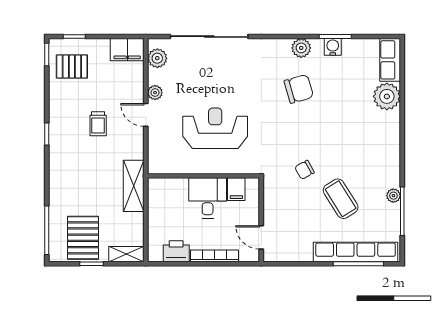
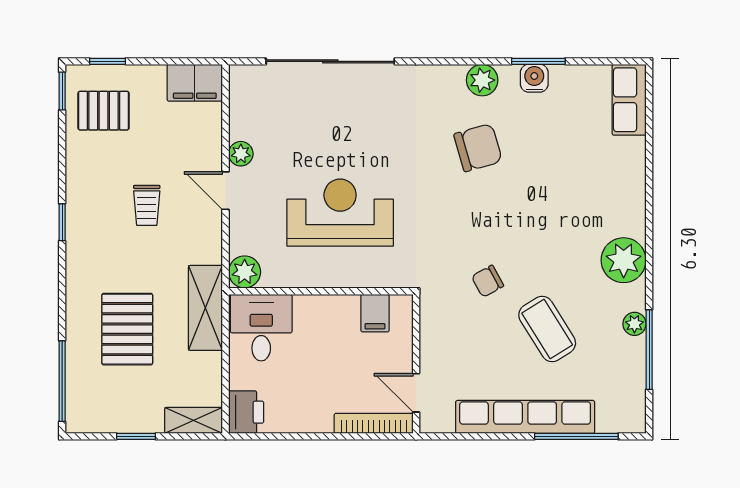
plant: (157, 58) -> (245, 272), moved
plant: (387, 96) -> (624, 260), moved
desk: (208, 198) -> (261, 328), moved
pallet: (83, 238) -> (127, 329), moved
printer: (176, 251) -> (246, 412), moved, turned 90
row of seats: (356, 252) -> (525, 417), moved
bookcase: (214, 256) -> (374, 423), moved

